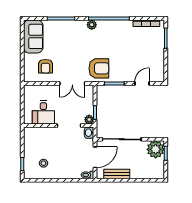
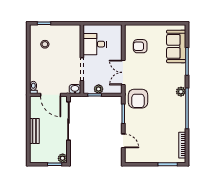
sofa: (33, 36) -> (176, 46), moved, turned 90
plant: (89, 120) -> (99, 89), moved
plant: (156, 149) -> (63, 158), width x0.53, depth x0.53
bench: (117, 174) -> (34, 131), moved

